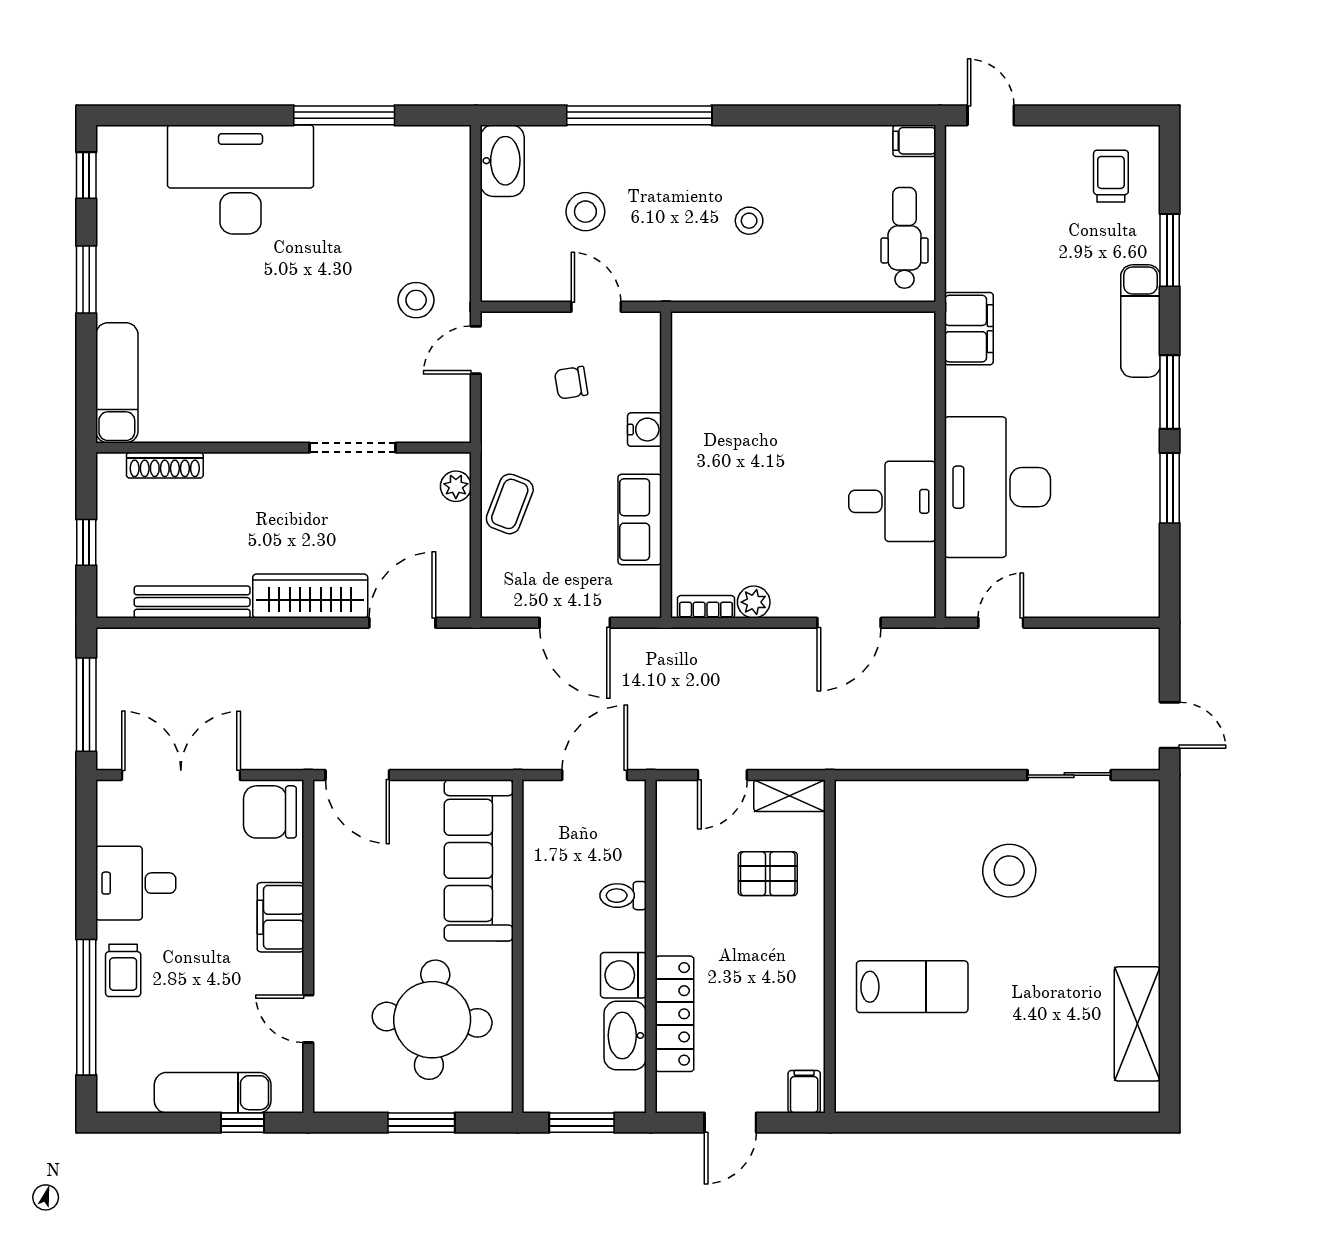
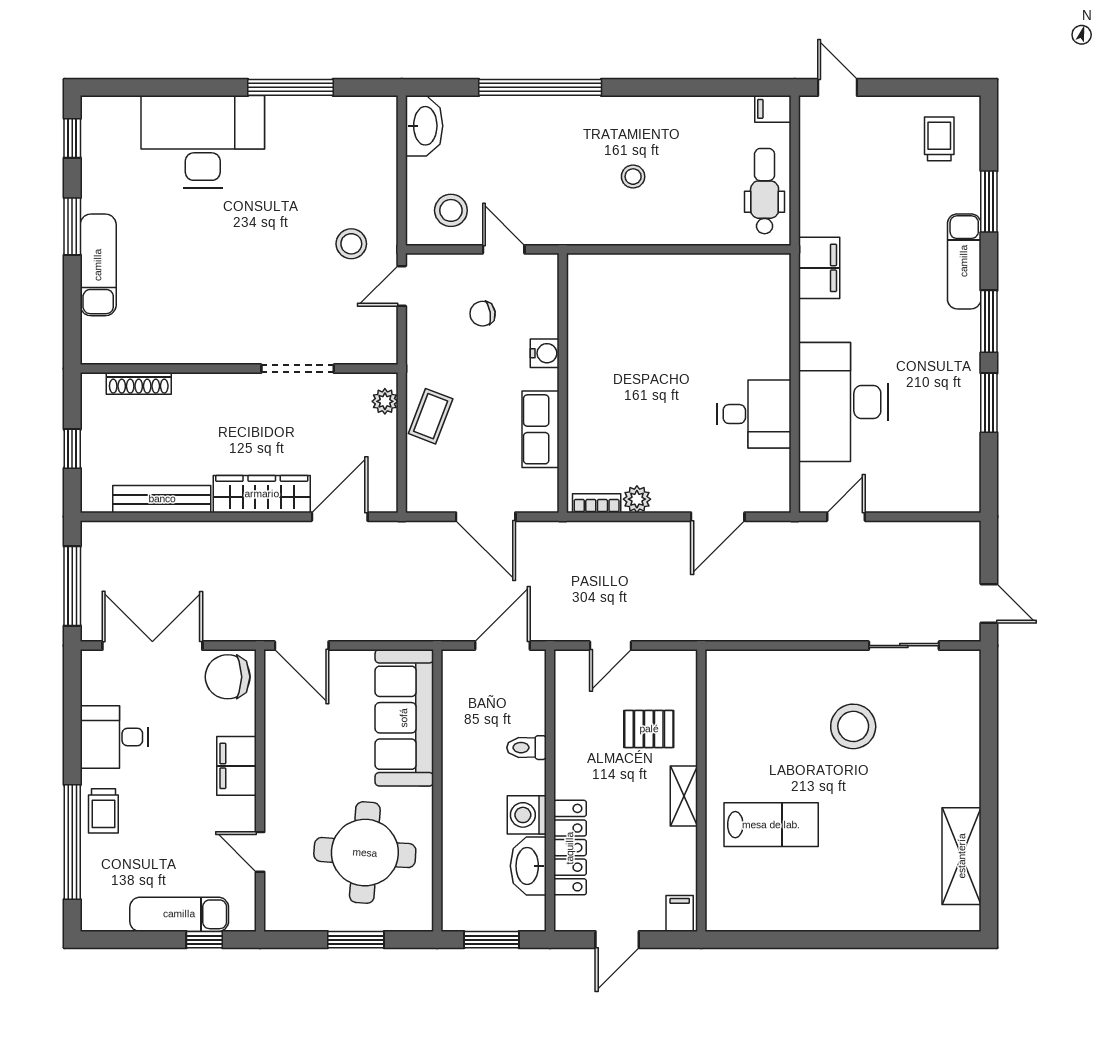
stool: (585, 212) -> (451, 210), moved
exam couch: (117, 383) -> (98, 265), moved
shelving: (790, 796) -> (684, 796), moved, turned 90

